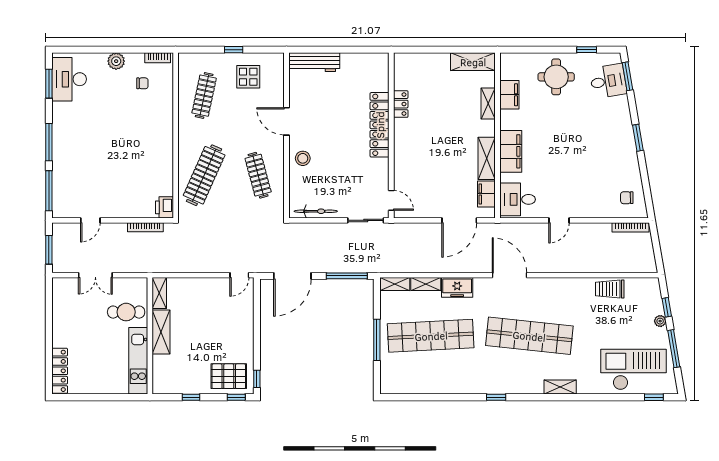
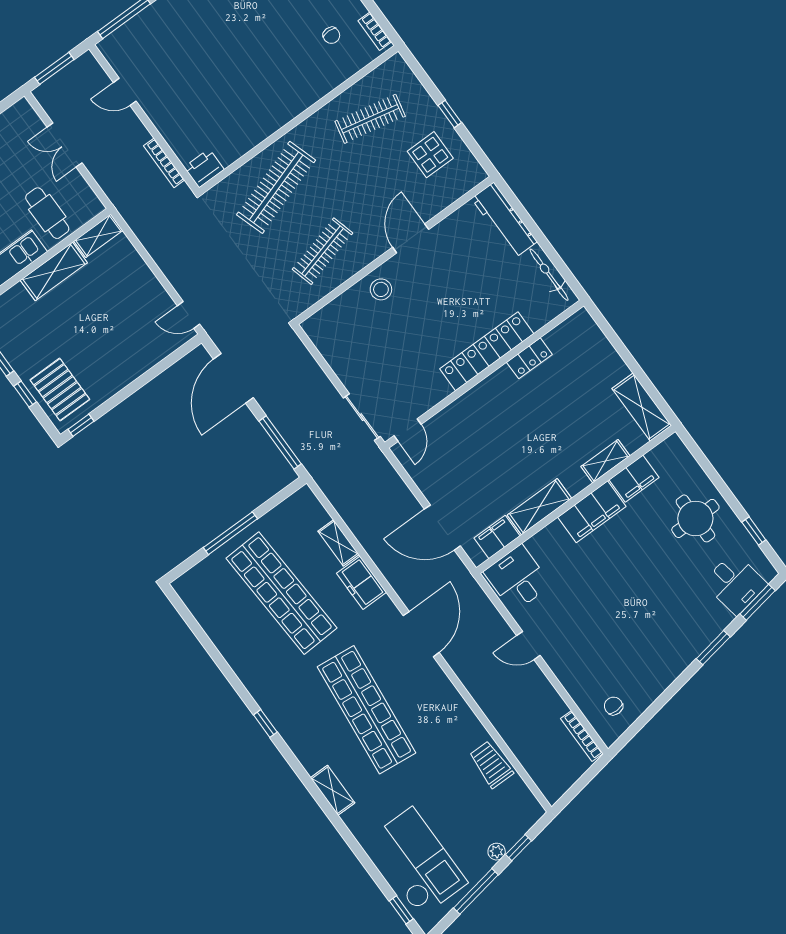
window: (638, 138) -> (713, 648), moved
filing cabinet: (511, 151) -> (592, 512), moved
clothes rail: (204, 175) -> (276, 187), turned -42
bicycle: (316, 211) -> (549, 275), moved, turned 180
door: (292, 276) -> (233, 378), hinge flipped
shelving: (395, 284) -> (312, 506), removed
window: (236, 397) -> (25, 394), moved

